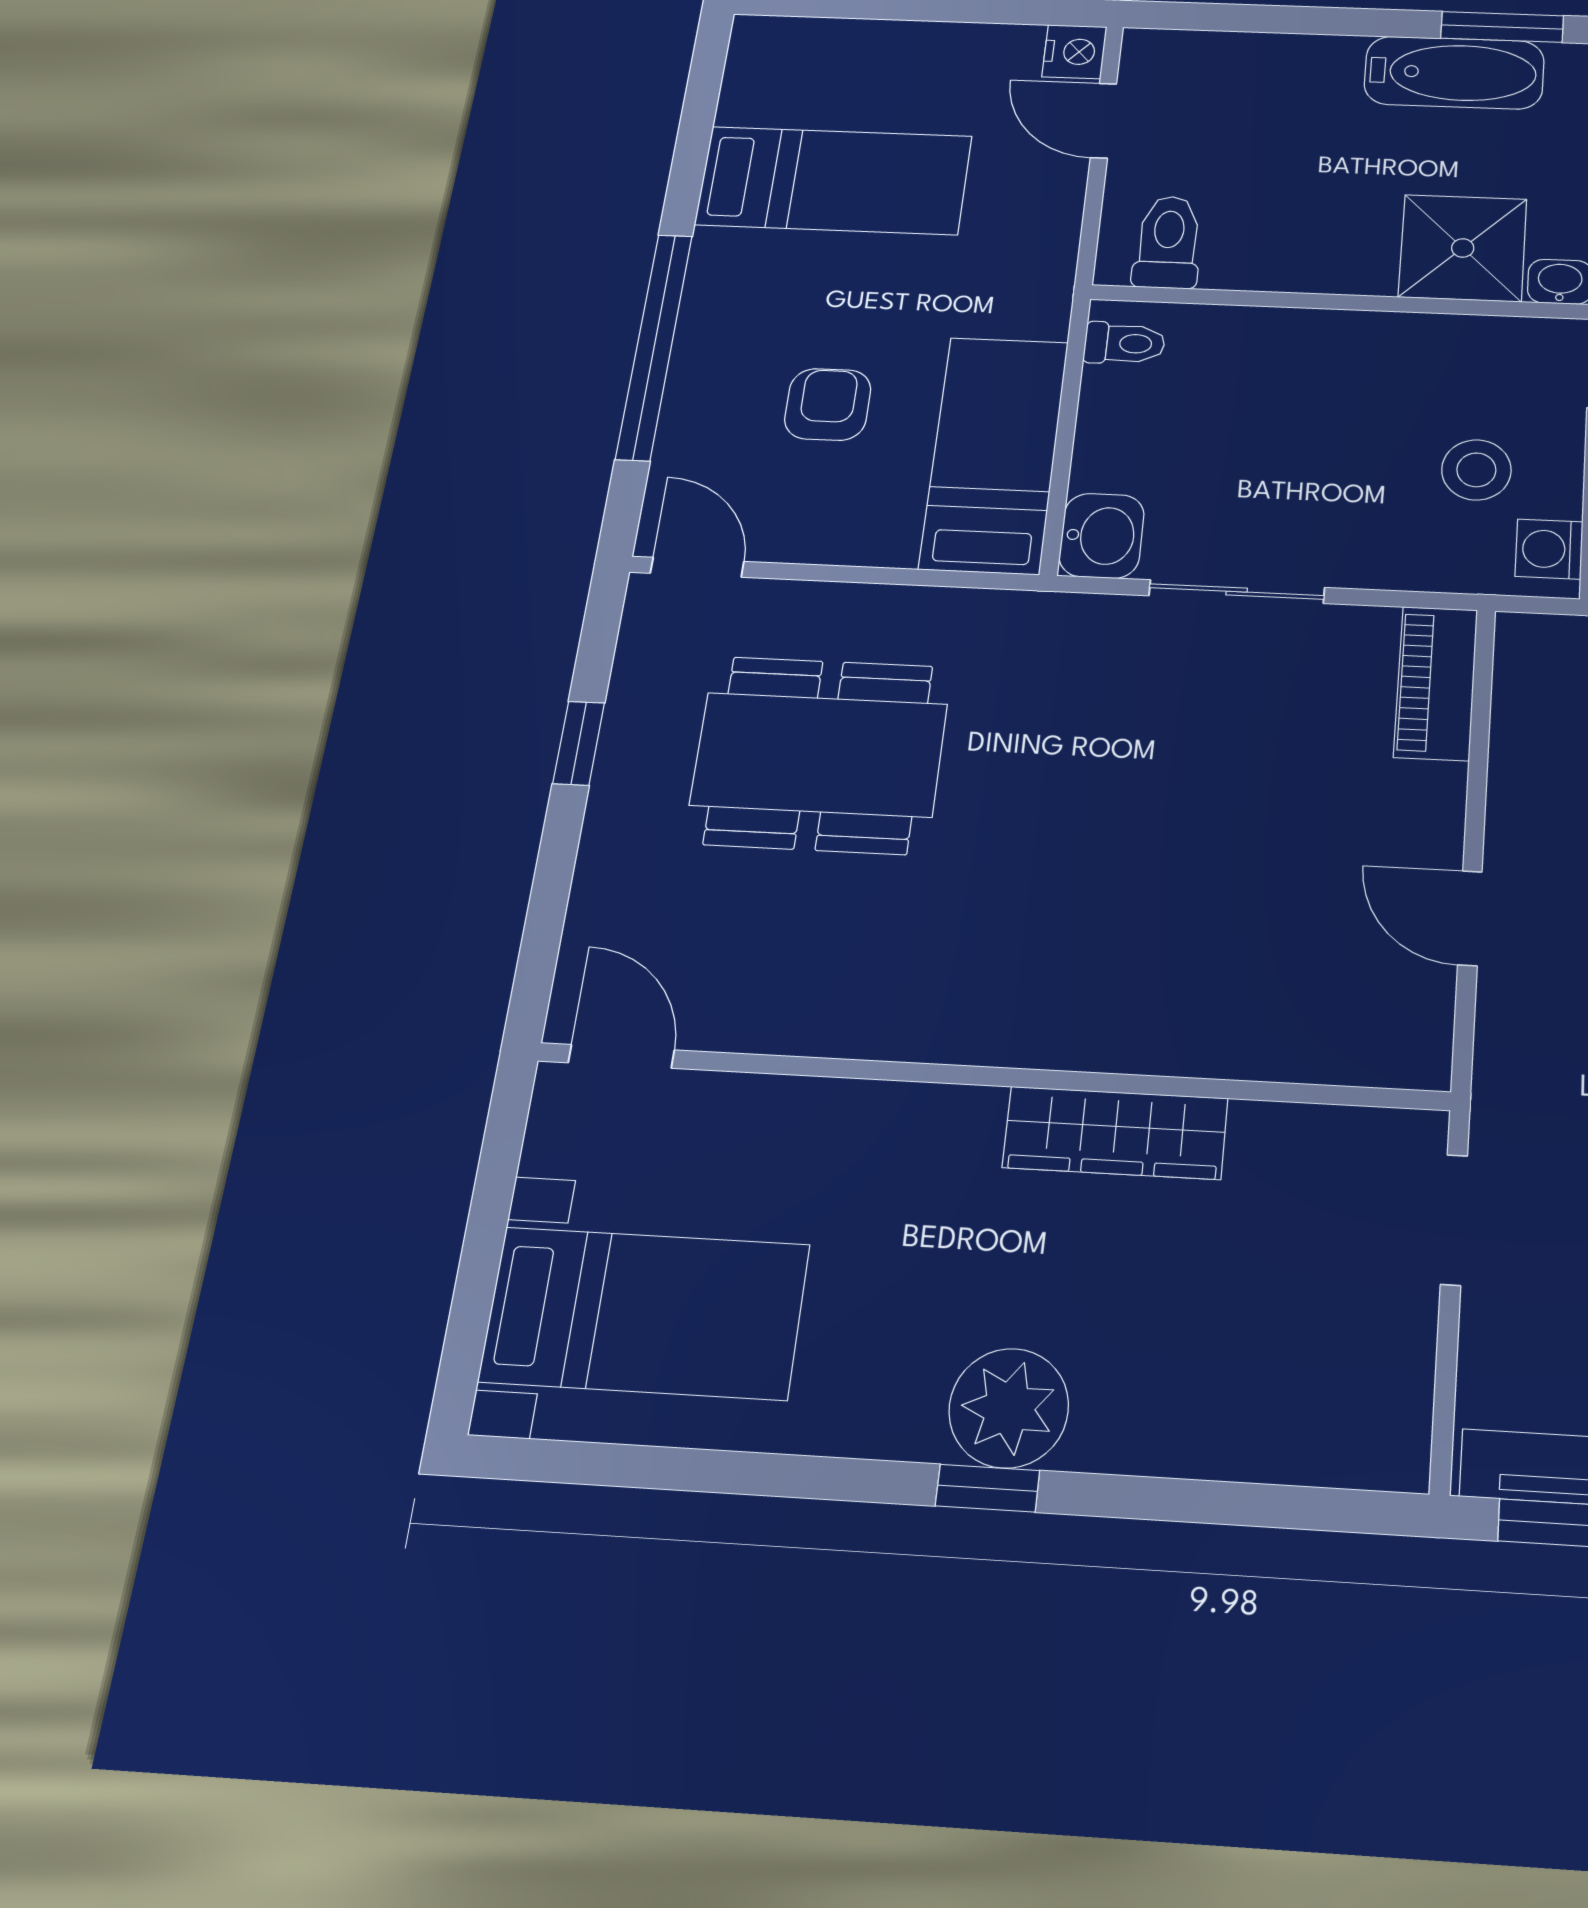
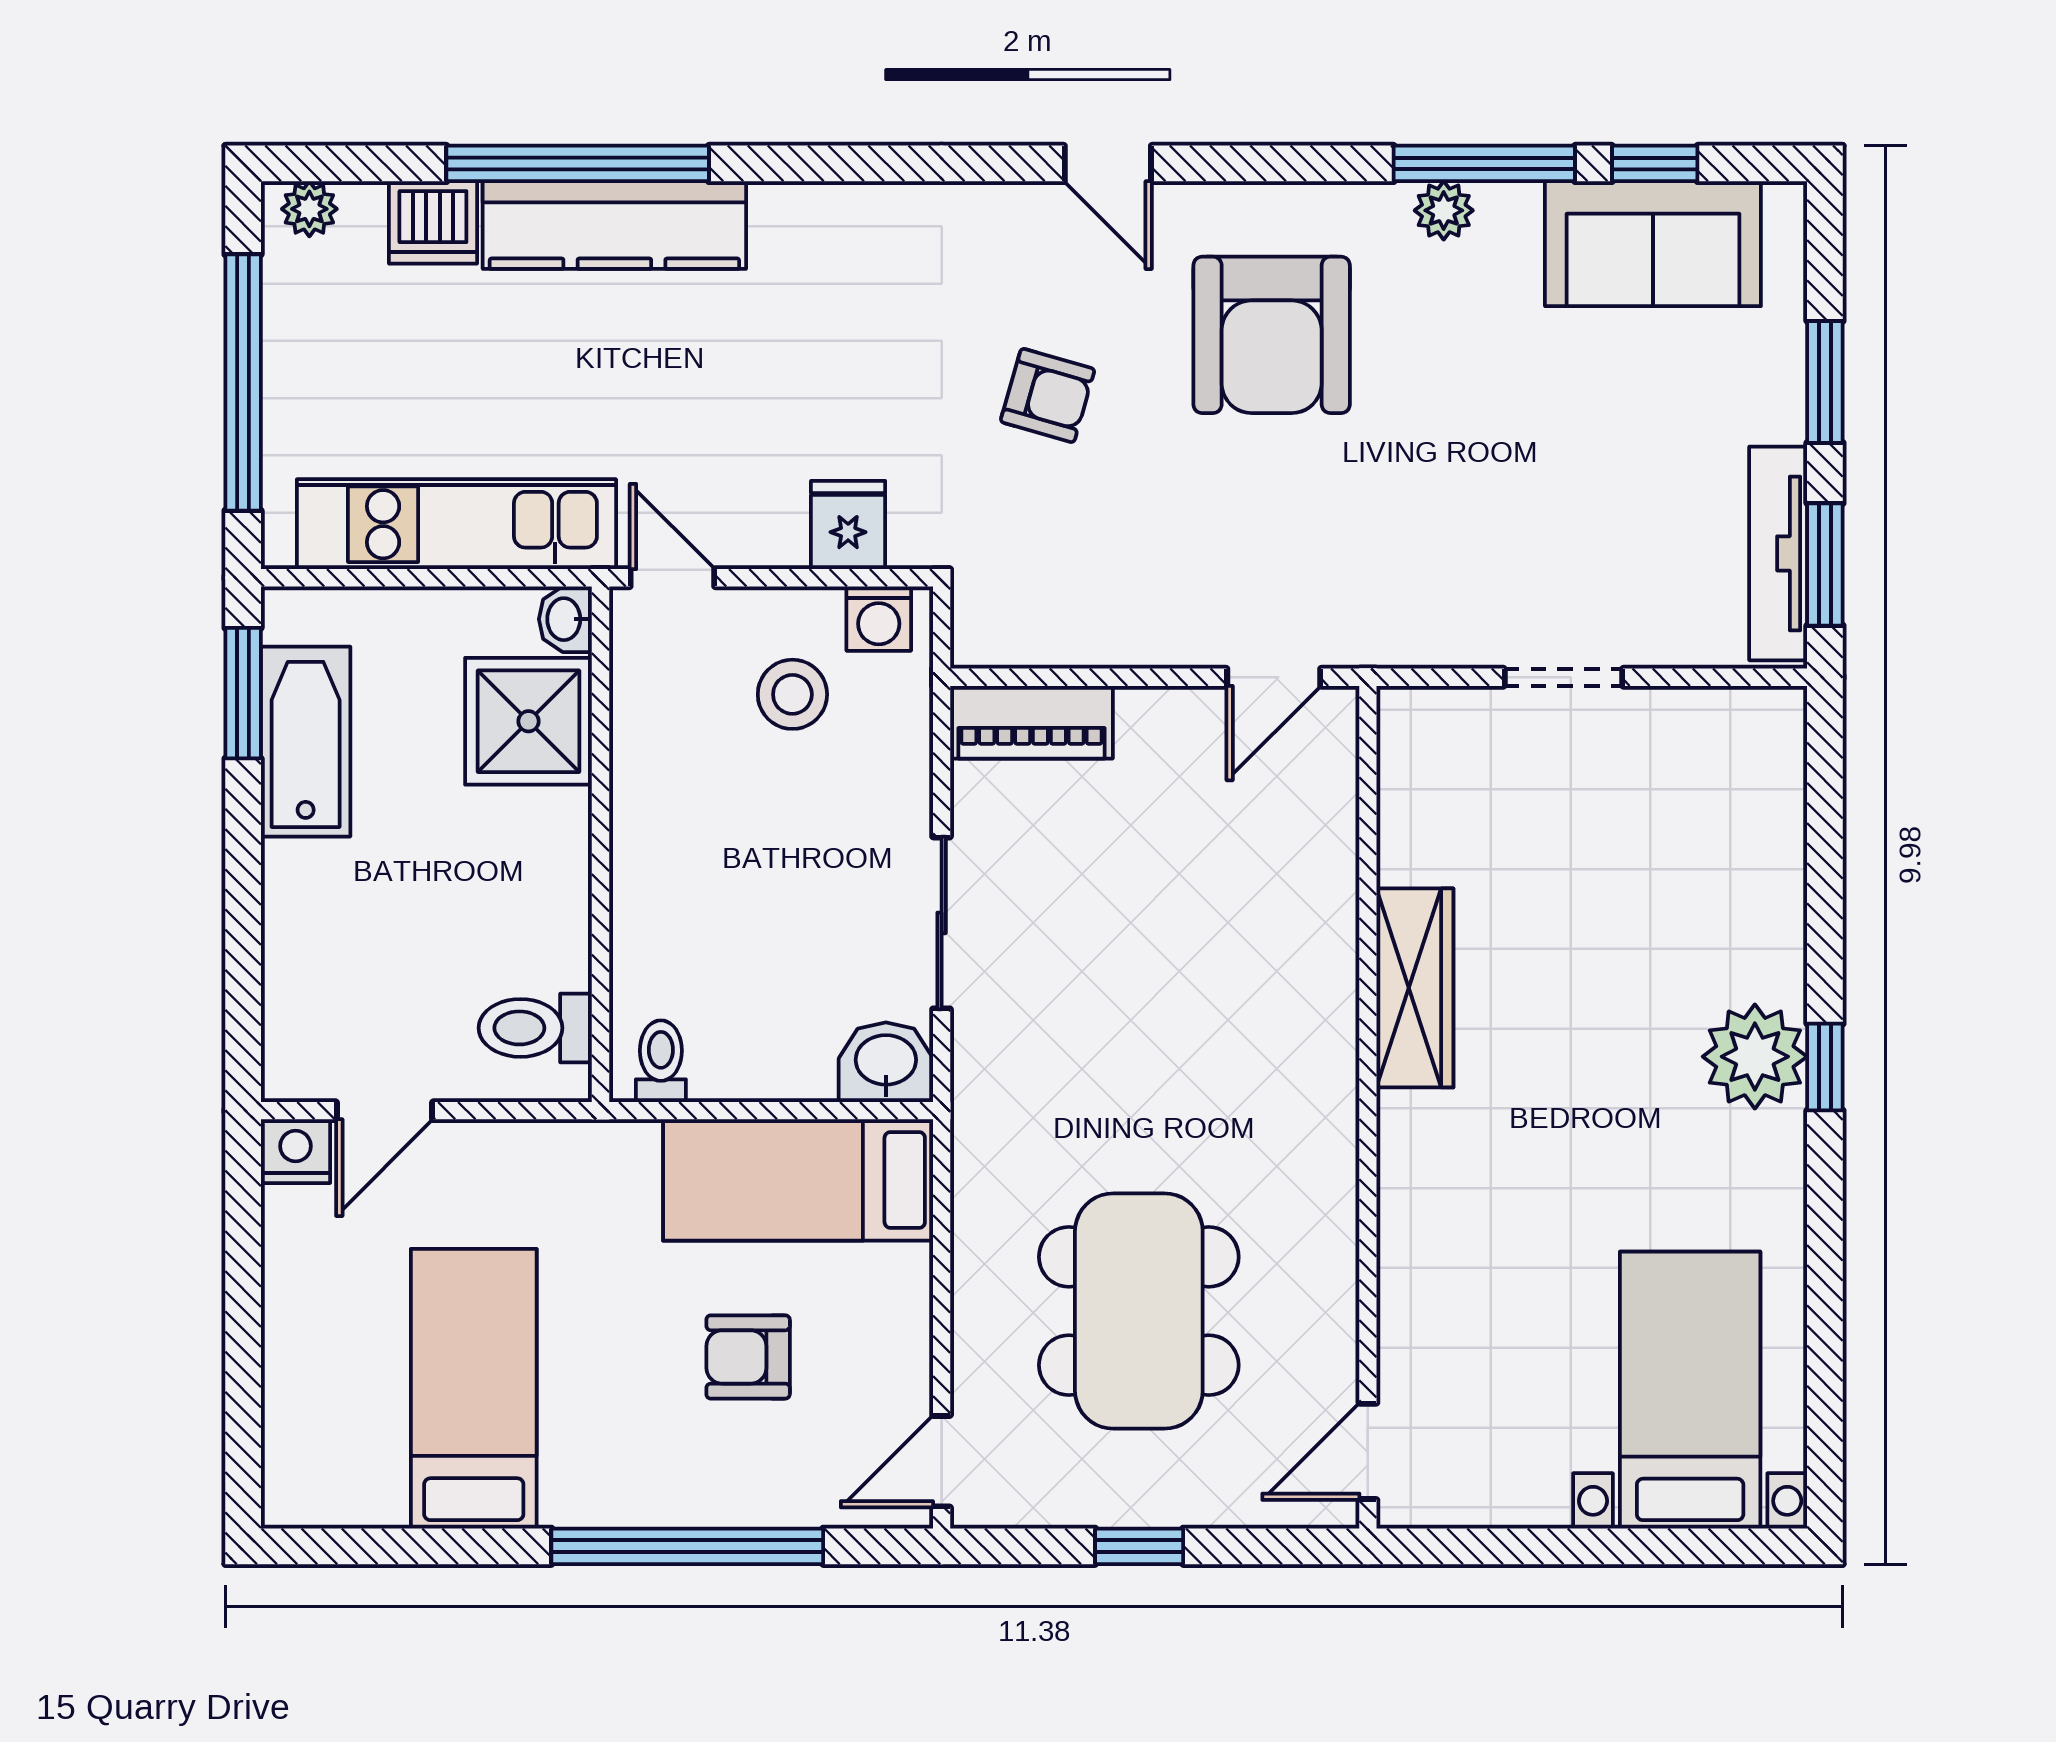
door: (621, 1056) -> (1368, 1451), moved
wall: (991, 1076) -> (1368, 1107), moved
wardrobe: (1115, 1133) -> (1415, 988), moved

